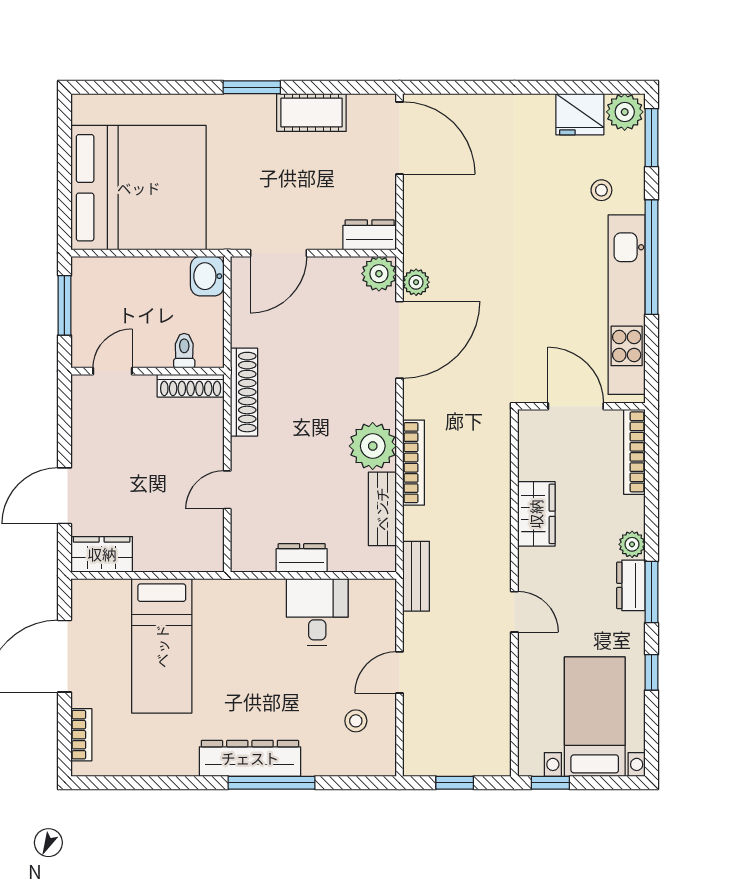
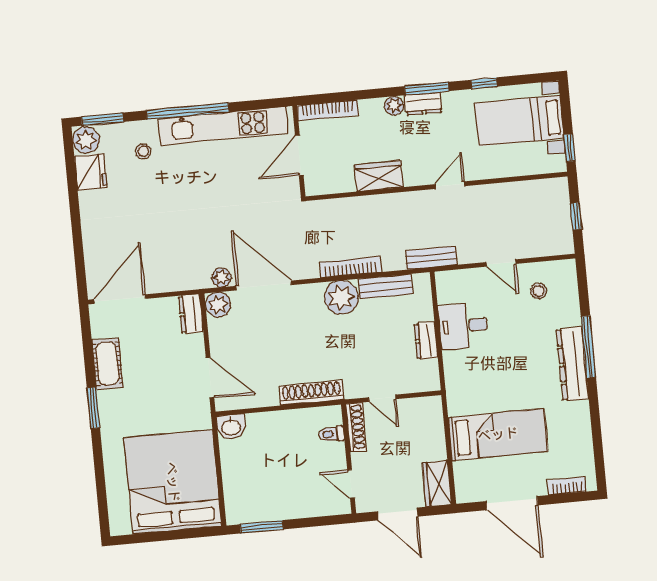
toilet: (184, 351) -> (332, 434), moved
door: (112, 371) -> (351, 484), moved
wall: (147, 371) -> (349, 459), moved
shoe rack: (191, 386) -> (356, 427), moved

